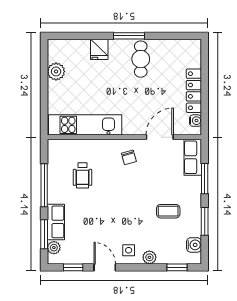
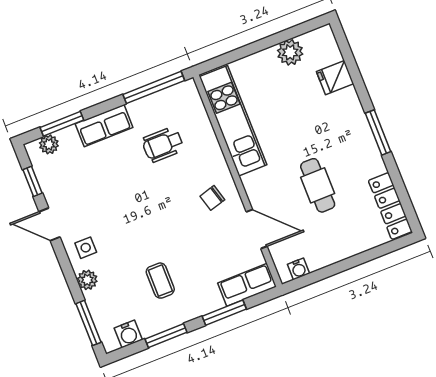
fridge: (99, 49) -> (335, 78), moved
cafe table: (141, 59) -> (318, 185), moved, turned 90
locker: (194, 91) -> (390, 206), moved, turned -90
window: (44, 185) -> (154, 87), moved
row of seats: (56, 222) -> (104, 126), moved
door: (105, 267) -> (50, 224), swing flipped
window: (177, 267) -> (88, 323), width x1.50

